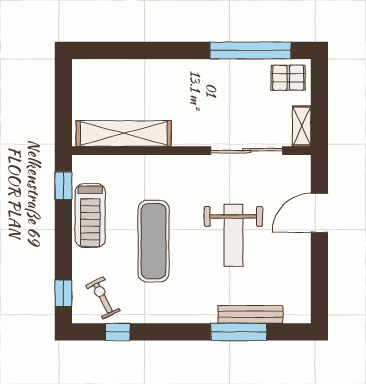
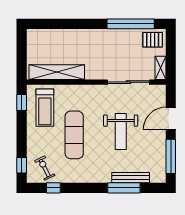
treadmill: (90, 216) -> (45, 108), moved
window: (319, 278) -> (171, 156), added

